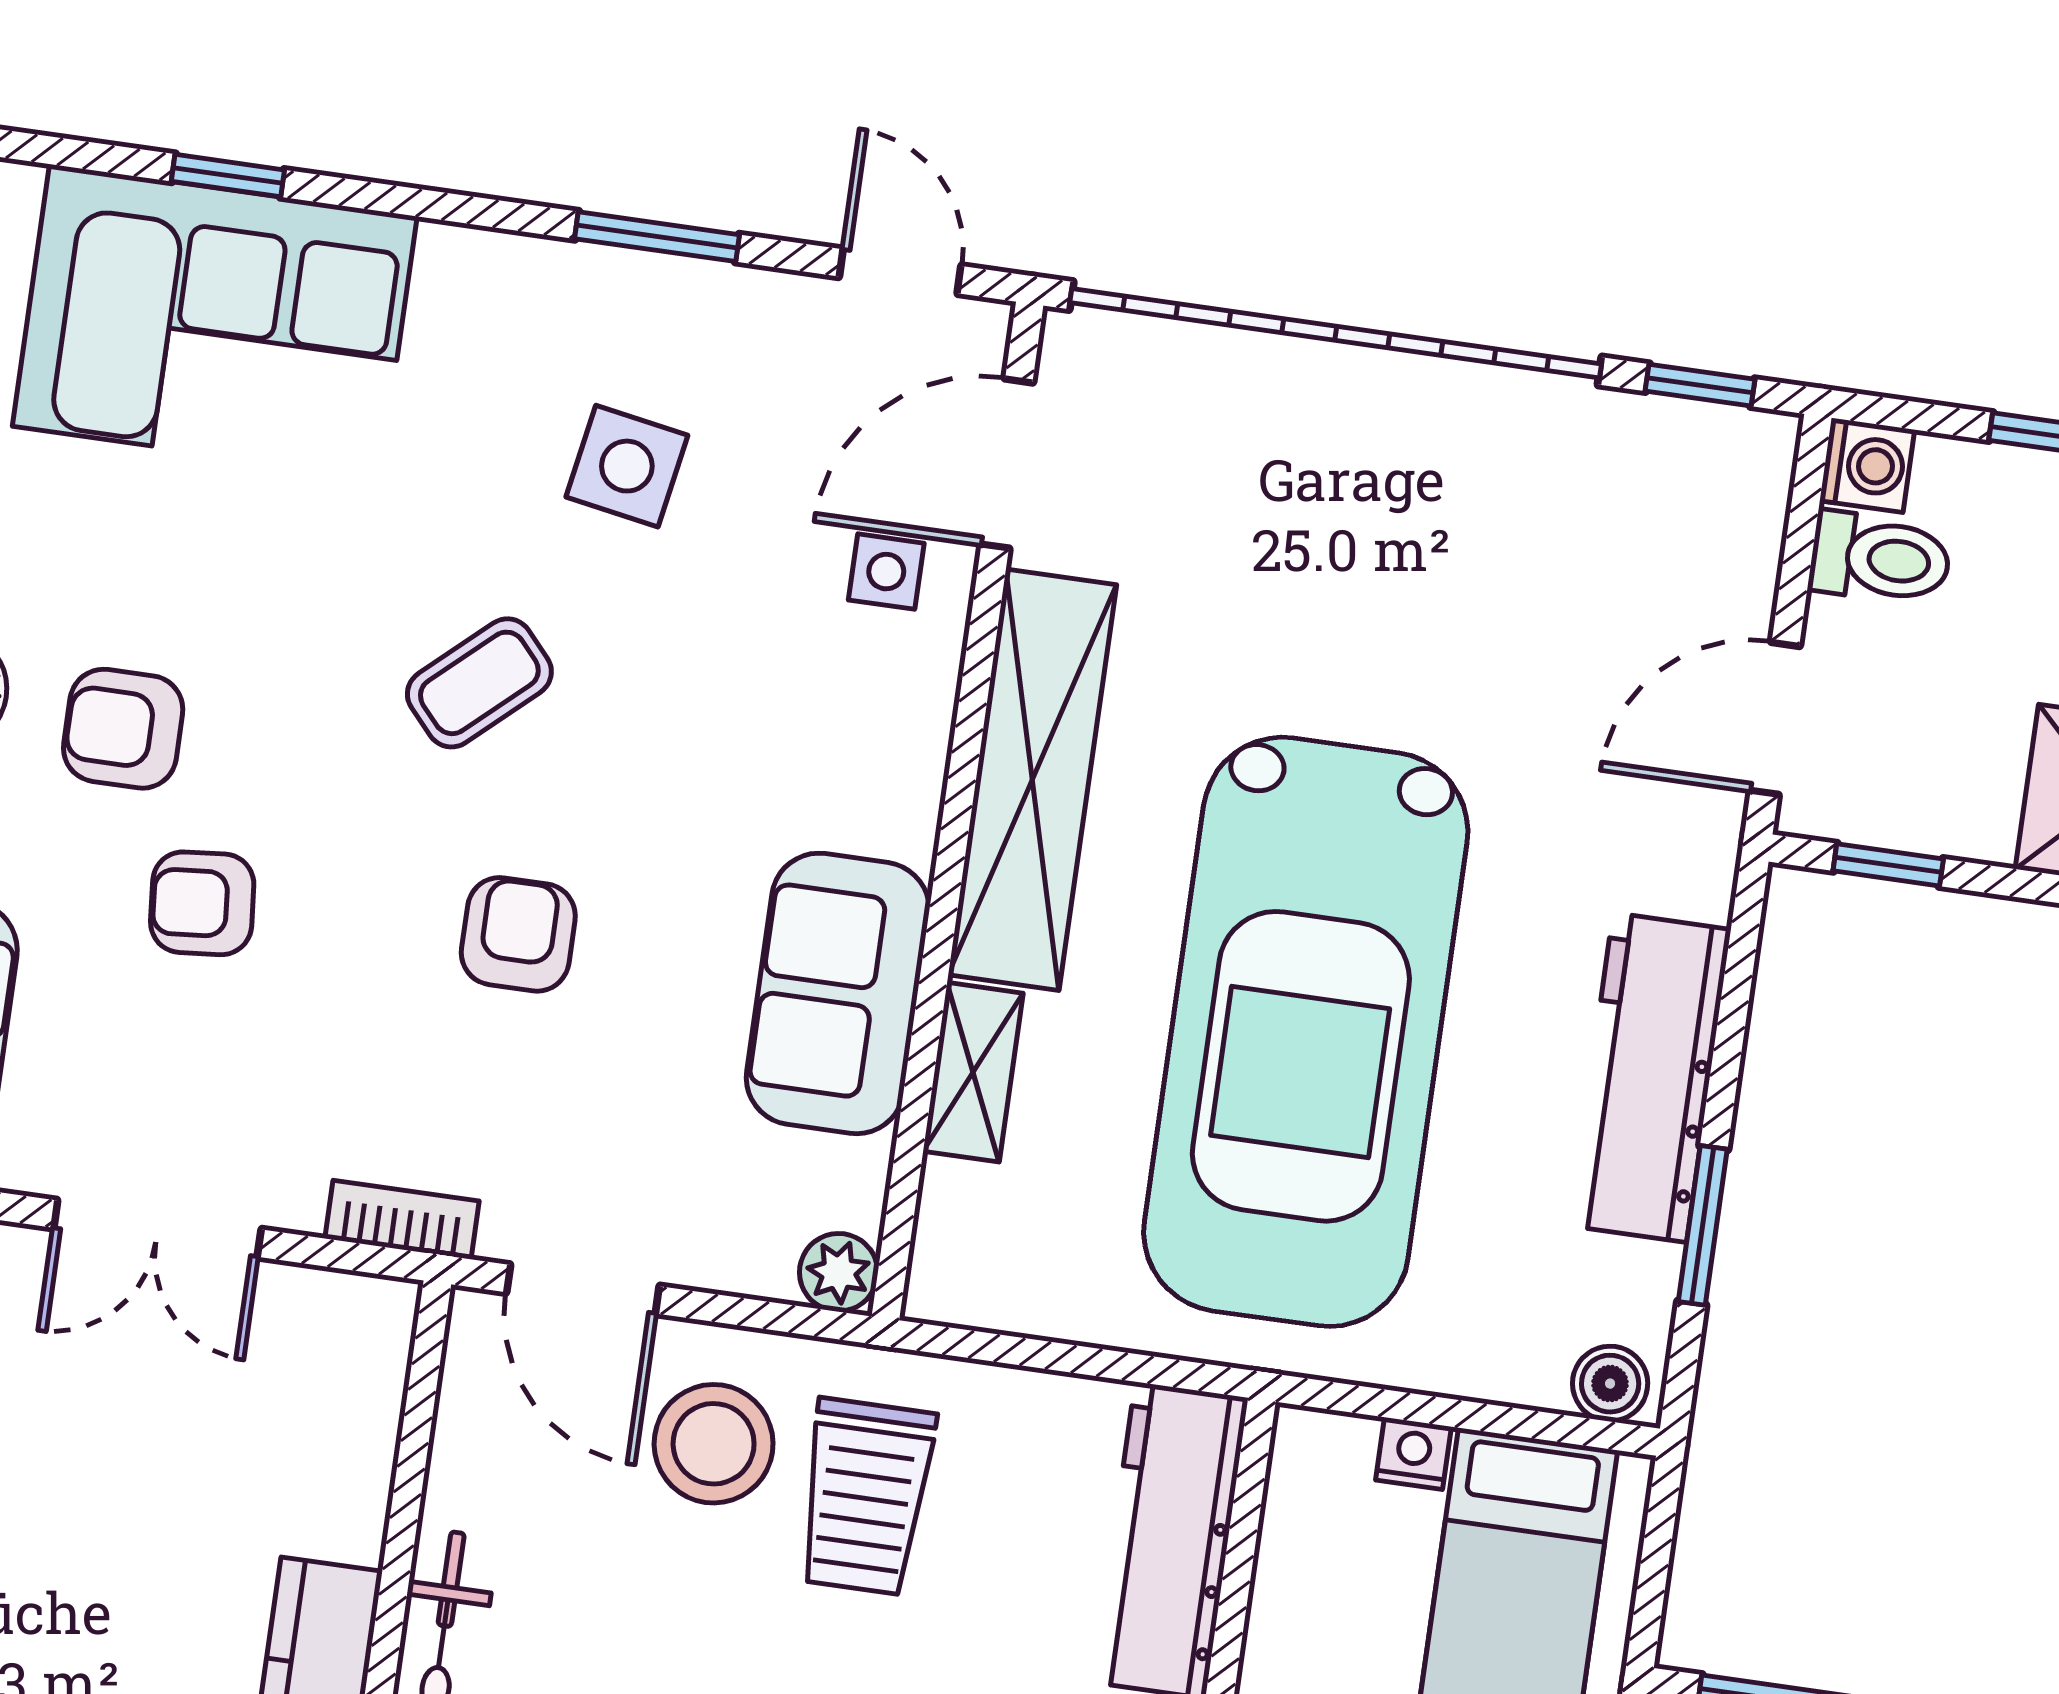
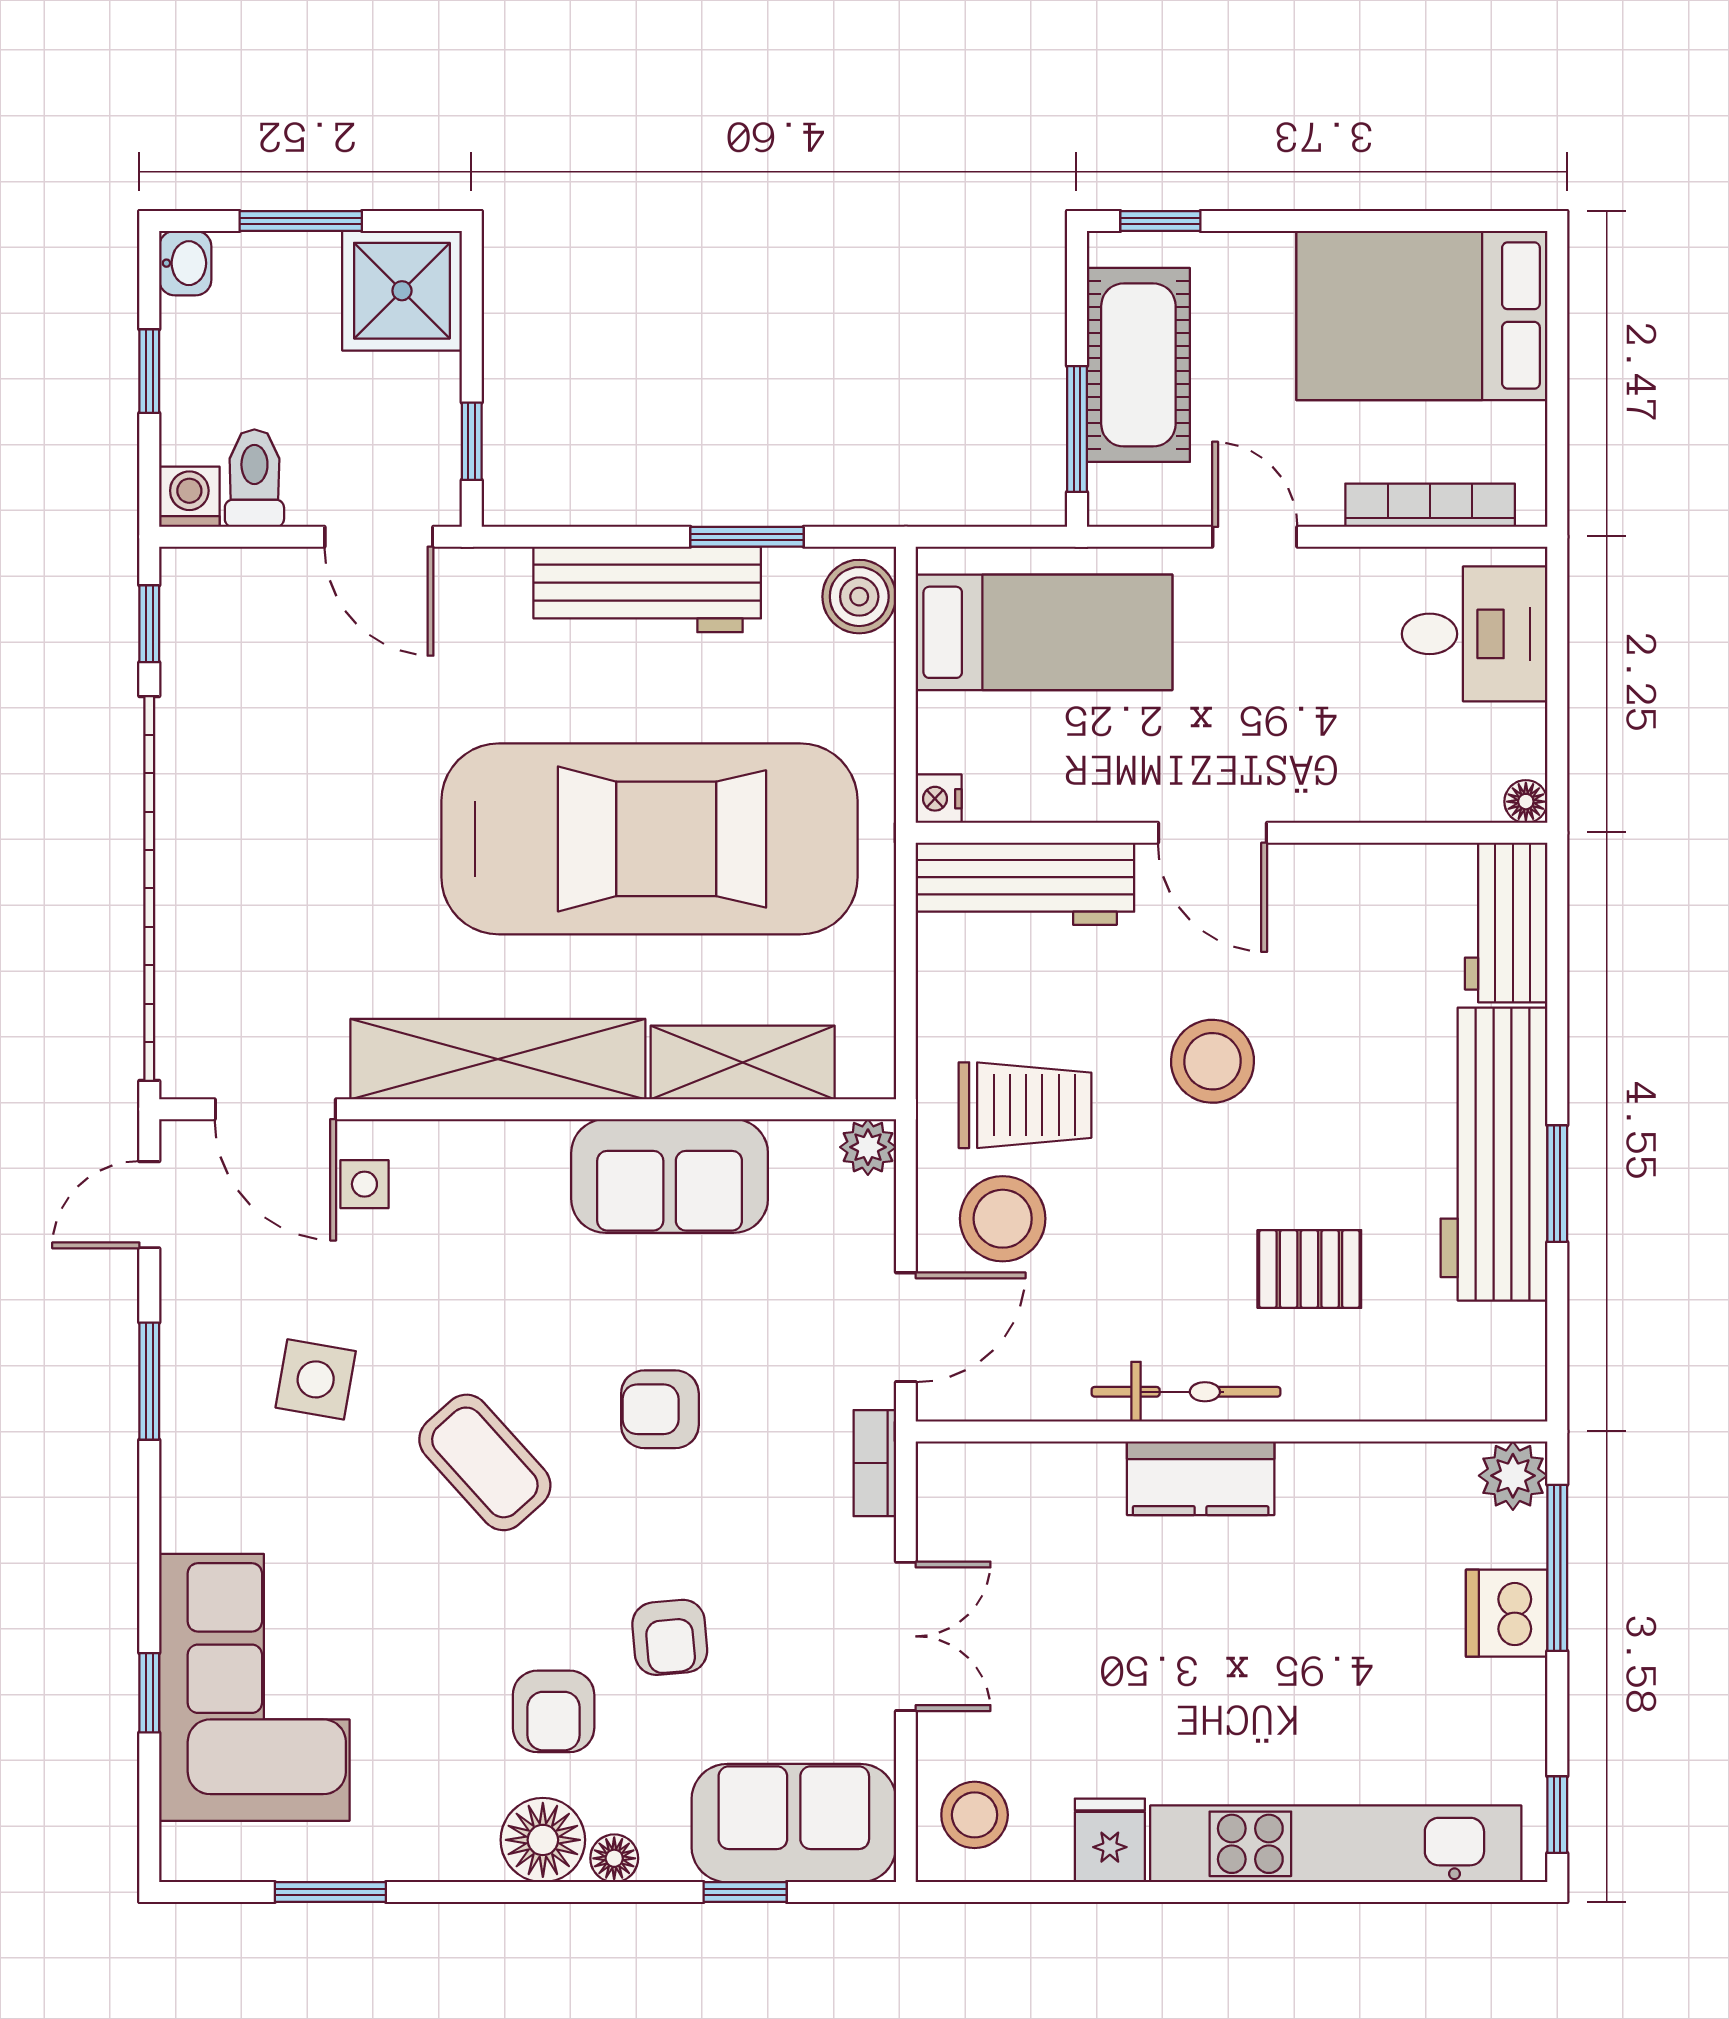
coffee table: (479, 683) -> (485, 1462), width x1.36, depth x1.30
shelving: (973, 1072) -> (743, 1062), width x1.50, depth x1.33
boiler: (1610, 1384) -> (859, 597), width x1.36, depth x1.36
nightstand: (1413, 1453) -> (939, 799), moved

